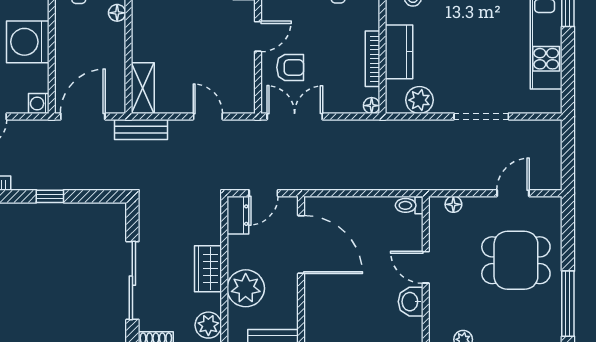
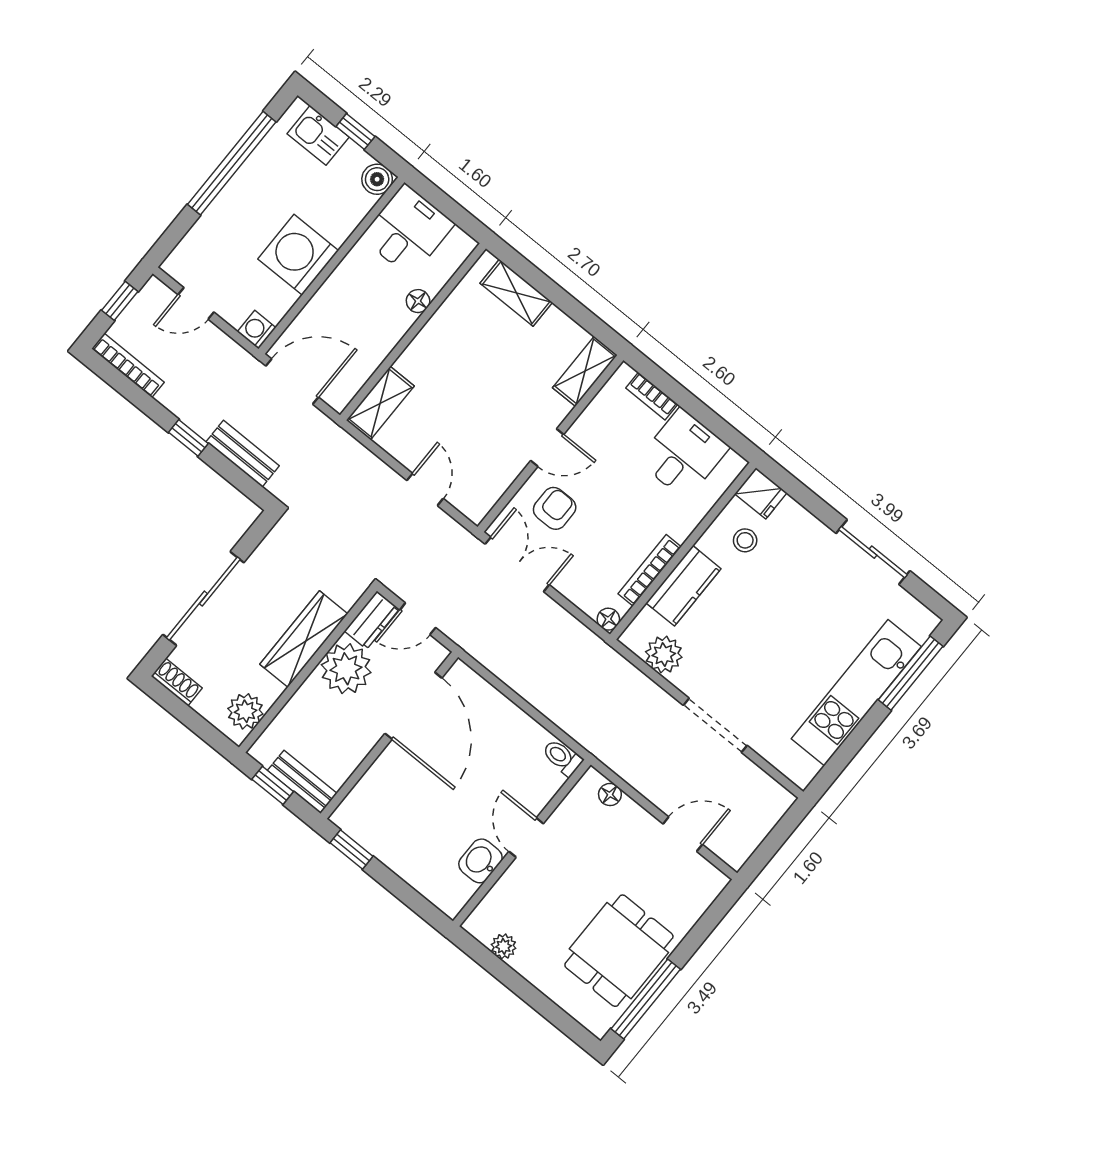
armchair: (290, 67) -> (555, 508), turned -90
bench: (141, 129) -> (243, 454), moved
dining table: (516, 260) -> (619, 951), moved, turned 90
wardrobe: (208, 269) -> (304, 639), width x1.50
plant: (246, 288) -> (346, 669), moved

